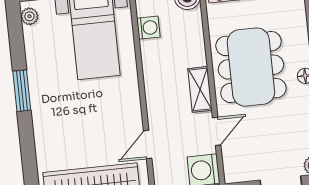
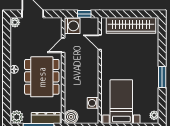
shelving: (200, 89) -> (70, 68), removed
door: (148, 144) -> (100, 42), swing flipped

